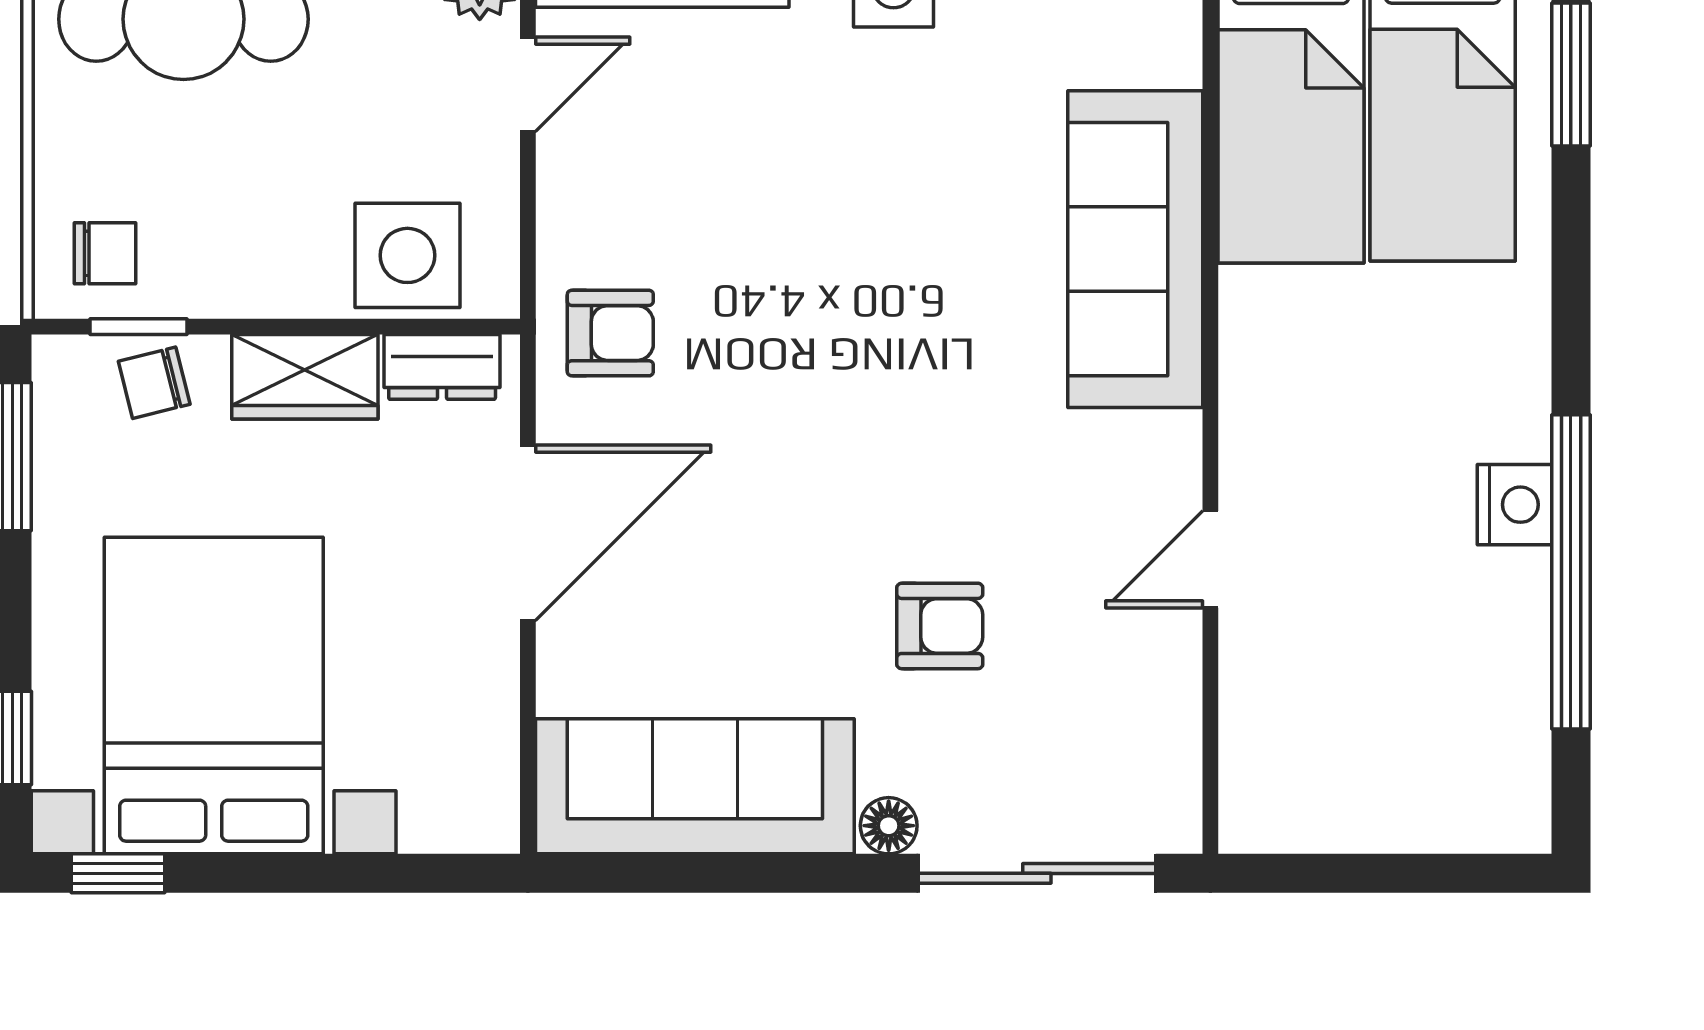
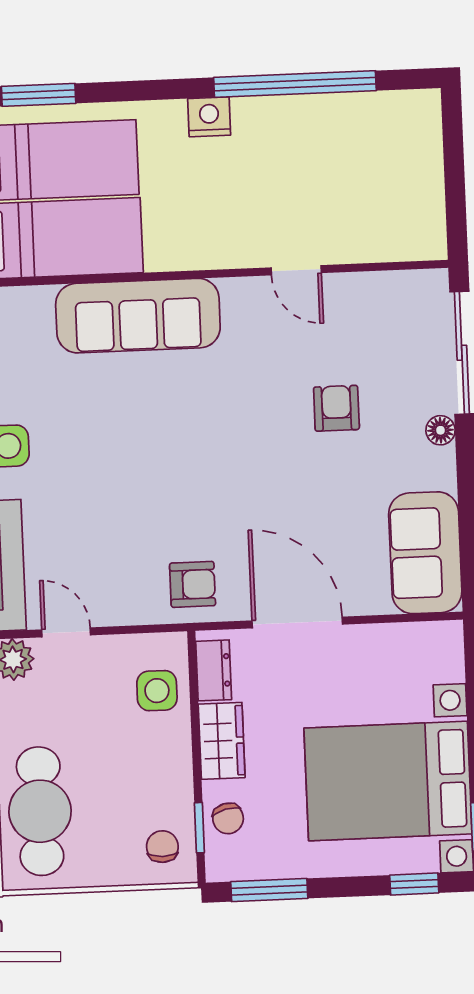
side table: (407, 255) -> (157, 691), width x0.73, depth x0.73
armchair: (610, 333) -> (193, 584), turned 90
nightstand: (1514, 505) -> (209, 117), moved
sofa: (695, 786) -> (425, 553), width x0.73

